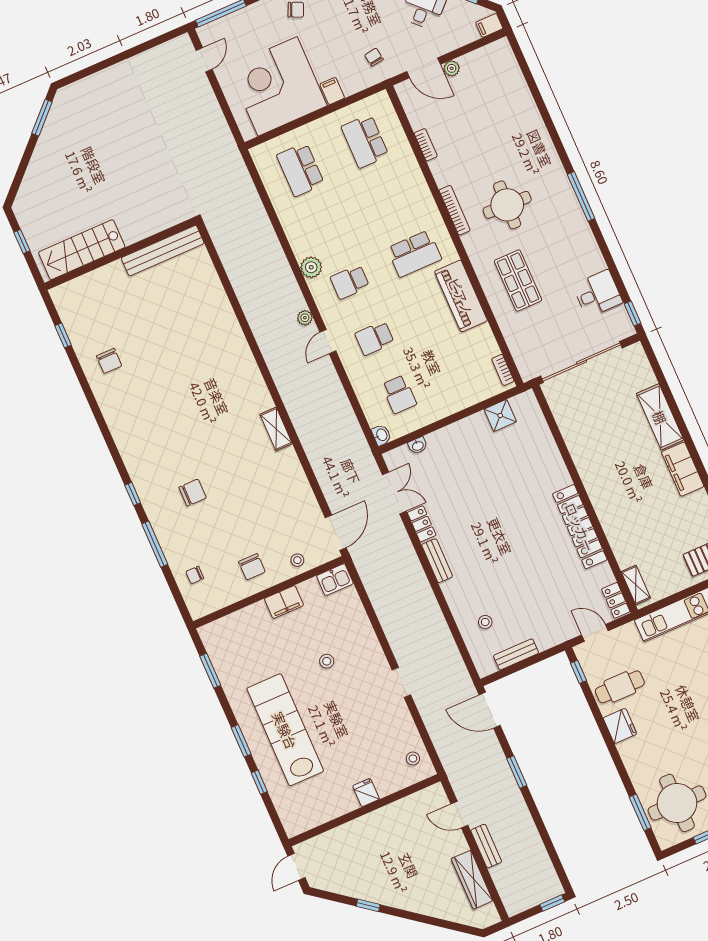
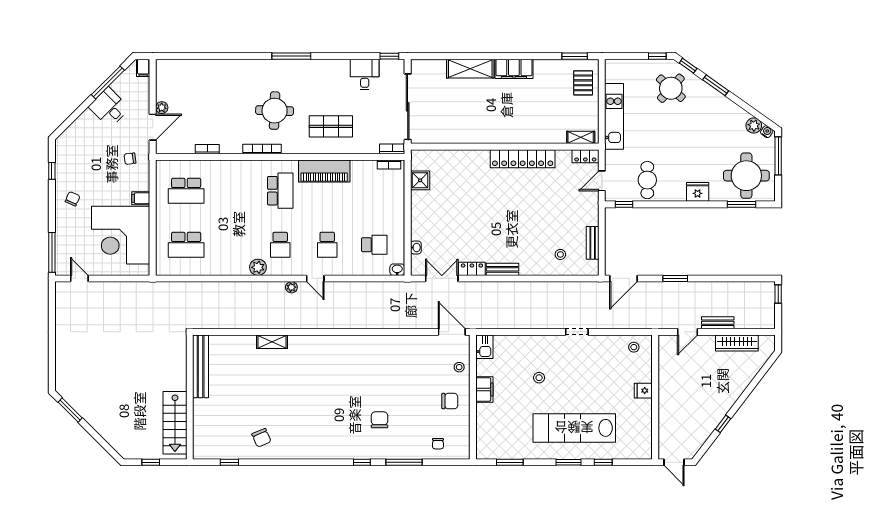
chair: (109, 361) -> (261, 438), turned 67
bookcase: (523, 366) -> (392, 149), added
shelving: (276, 429) -> (272, 342), moved
fridge: (620, 726) -> (698, 192), moved

